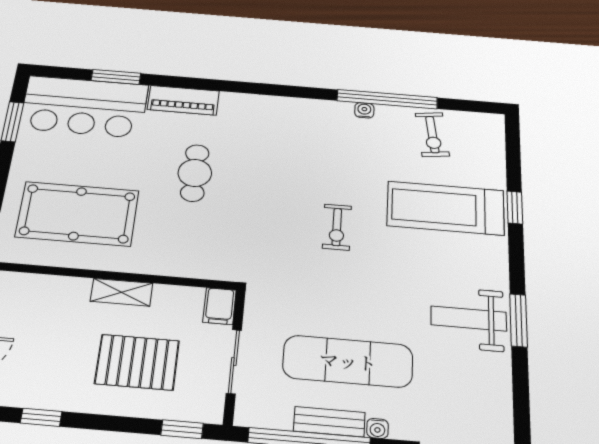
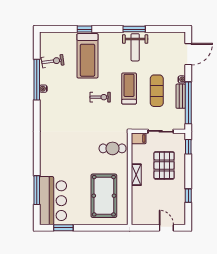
window: (116, 77) -> (37, 190), width x1.44
piano: (183, 100) -> (46, 162), removed
cafe table: (195, 173) -> (113, 148), moved
treadmill: (357, 295) -> (129, 88), added
exercise mat: (348, 361) -> (157, 91), width x0.73, depth x0.69

